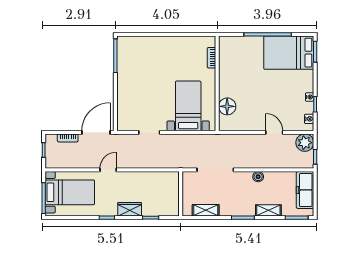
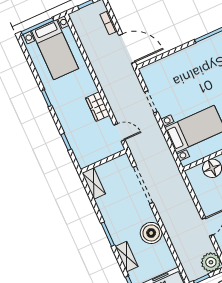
door: (108, 170) -> (119, 132), moved
boiler: (258, 177) -> (151, 233), width x1.86, depth x1.86
wardrobe: (130, 209) -> (98, 107), moved, turned 180
shelving: (206, 210) -> (94, 183), moved

